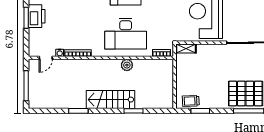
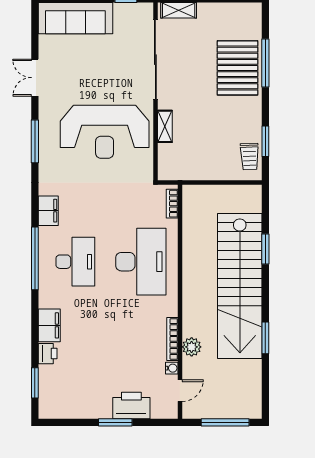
printer: (37, 16) -> (131, 405), moved
shelving: (186, 49) -> (165, 126), moved
door: (46, 58) -> (180, 391), hinge flipped
plant: (127, 65) -> (192, 347), moved
stairs: (111, 100) -> (240, 286), width x1.86, depth x1.51

